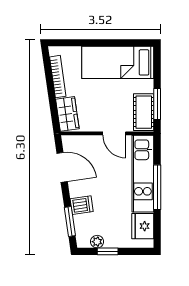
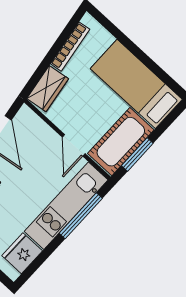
cot: (144, 112) -> (121, 142), width x1.37, depth x1.34
window: (157, 187) -> (81, 216), moved

